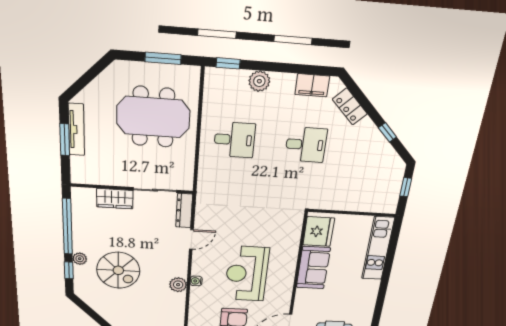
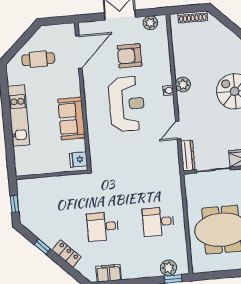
window: (163, 58) -> (220, 275), removed
plant: (259, 81) -> (169, 268), moved
locker: (350, 107) -> (67, 254), moved
fridge: (319, 232) -> (78, 160), width x0.53, depth x0.75
kitchen unit: (378, 248) -> (19, 116), moved

